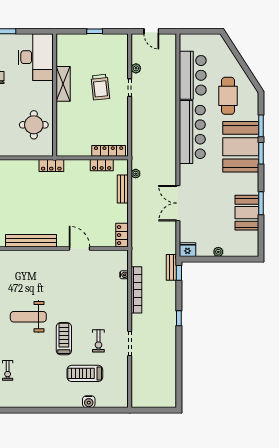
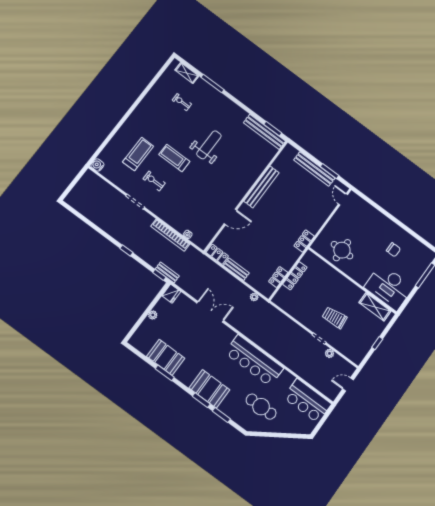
bar counter: (193, 75) -> (307, 401), moved
shelving: (63, 84) -> (375, 307), moved
booth: (241, 147) -> (209, 389), width x0.73, depth x0.70
locker: (109, 151) -> (295, 276), moved
bench: (123, 189) -> (236, 269), moved
treadmill: (64, 339) -> (174, 158), turned 180
water cooler: (89, 402) -> (97, 165), moved

